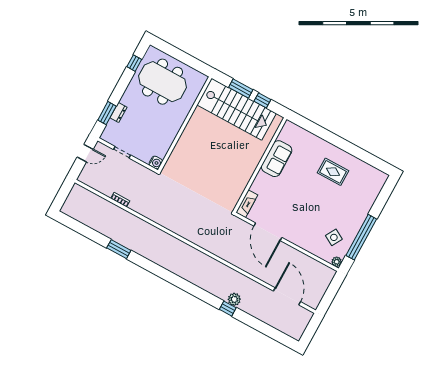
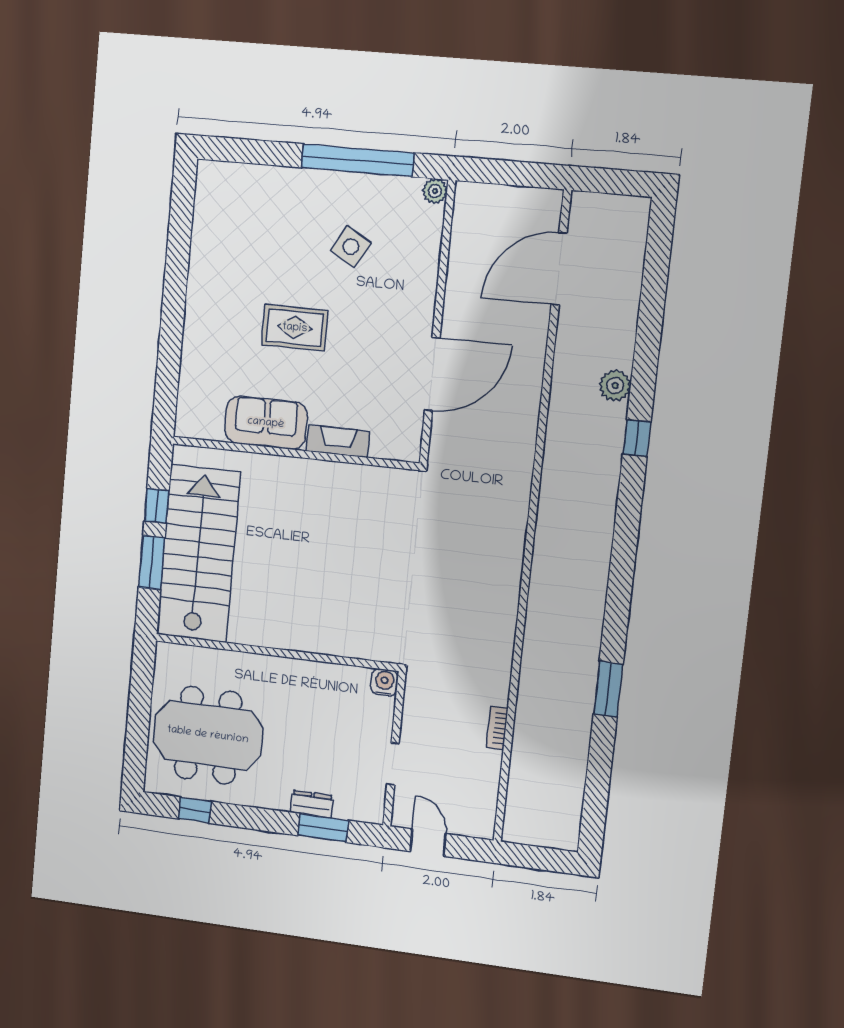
meeting table: (163, 82) -> (208, 735), turned 90
rug: (333, 172) -> (295, 328), moved, turned 90
fireplace: (247, 204) -> (338, 441), moved
side table: (334, 237) -> (351, 247), moved
window: (228, 309) -> (637, 438), moved

